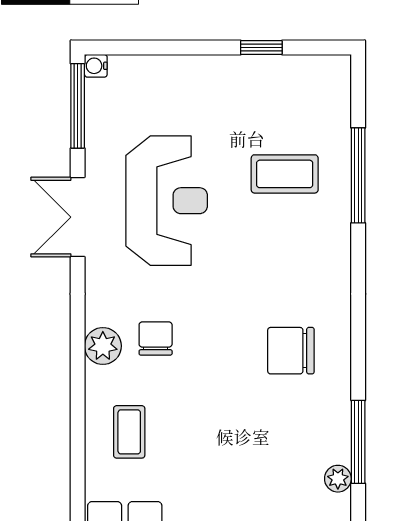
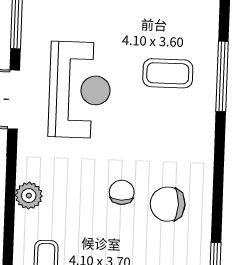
chair: (156, 338) -> (122, 192), moved

